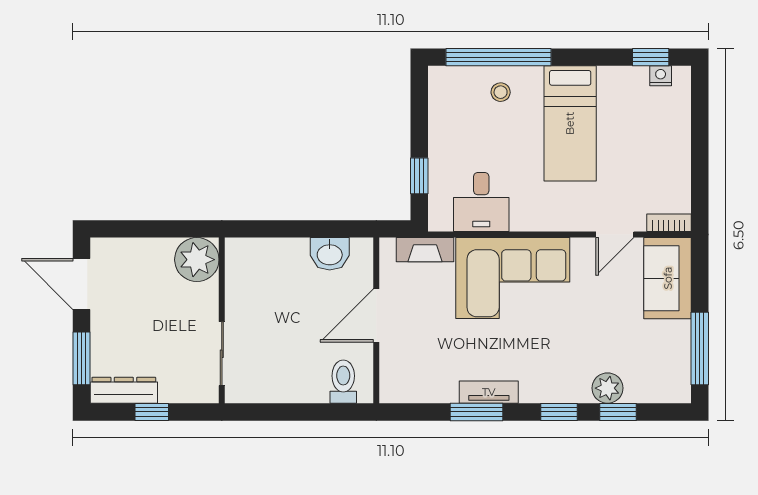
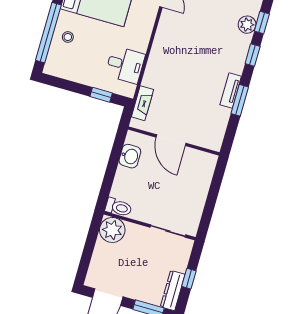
corner sofa: (513, 278) -> (172, 59), removed
toilet: (343, 382) -> (118, 207), moved, turned 180

